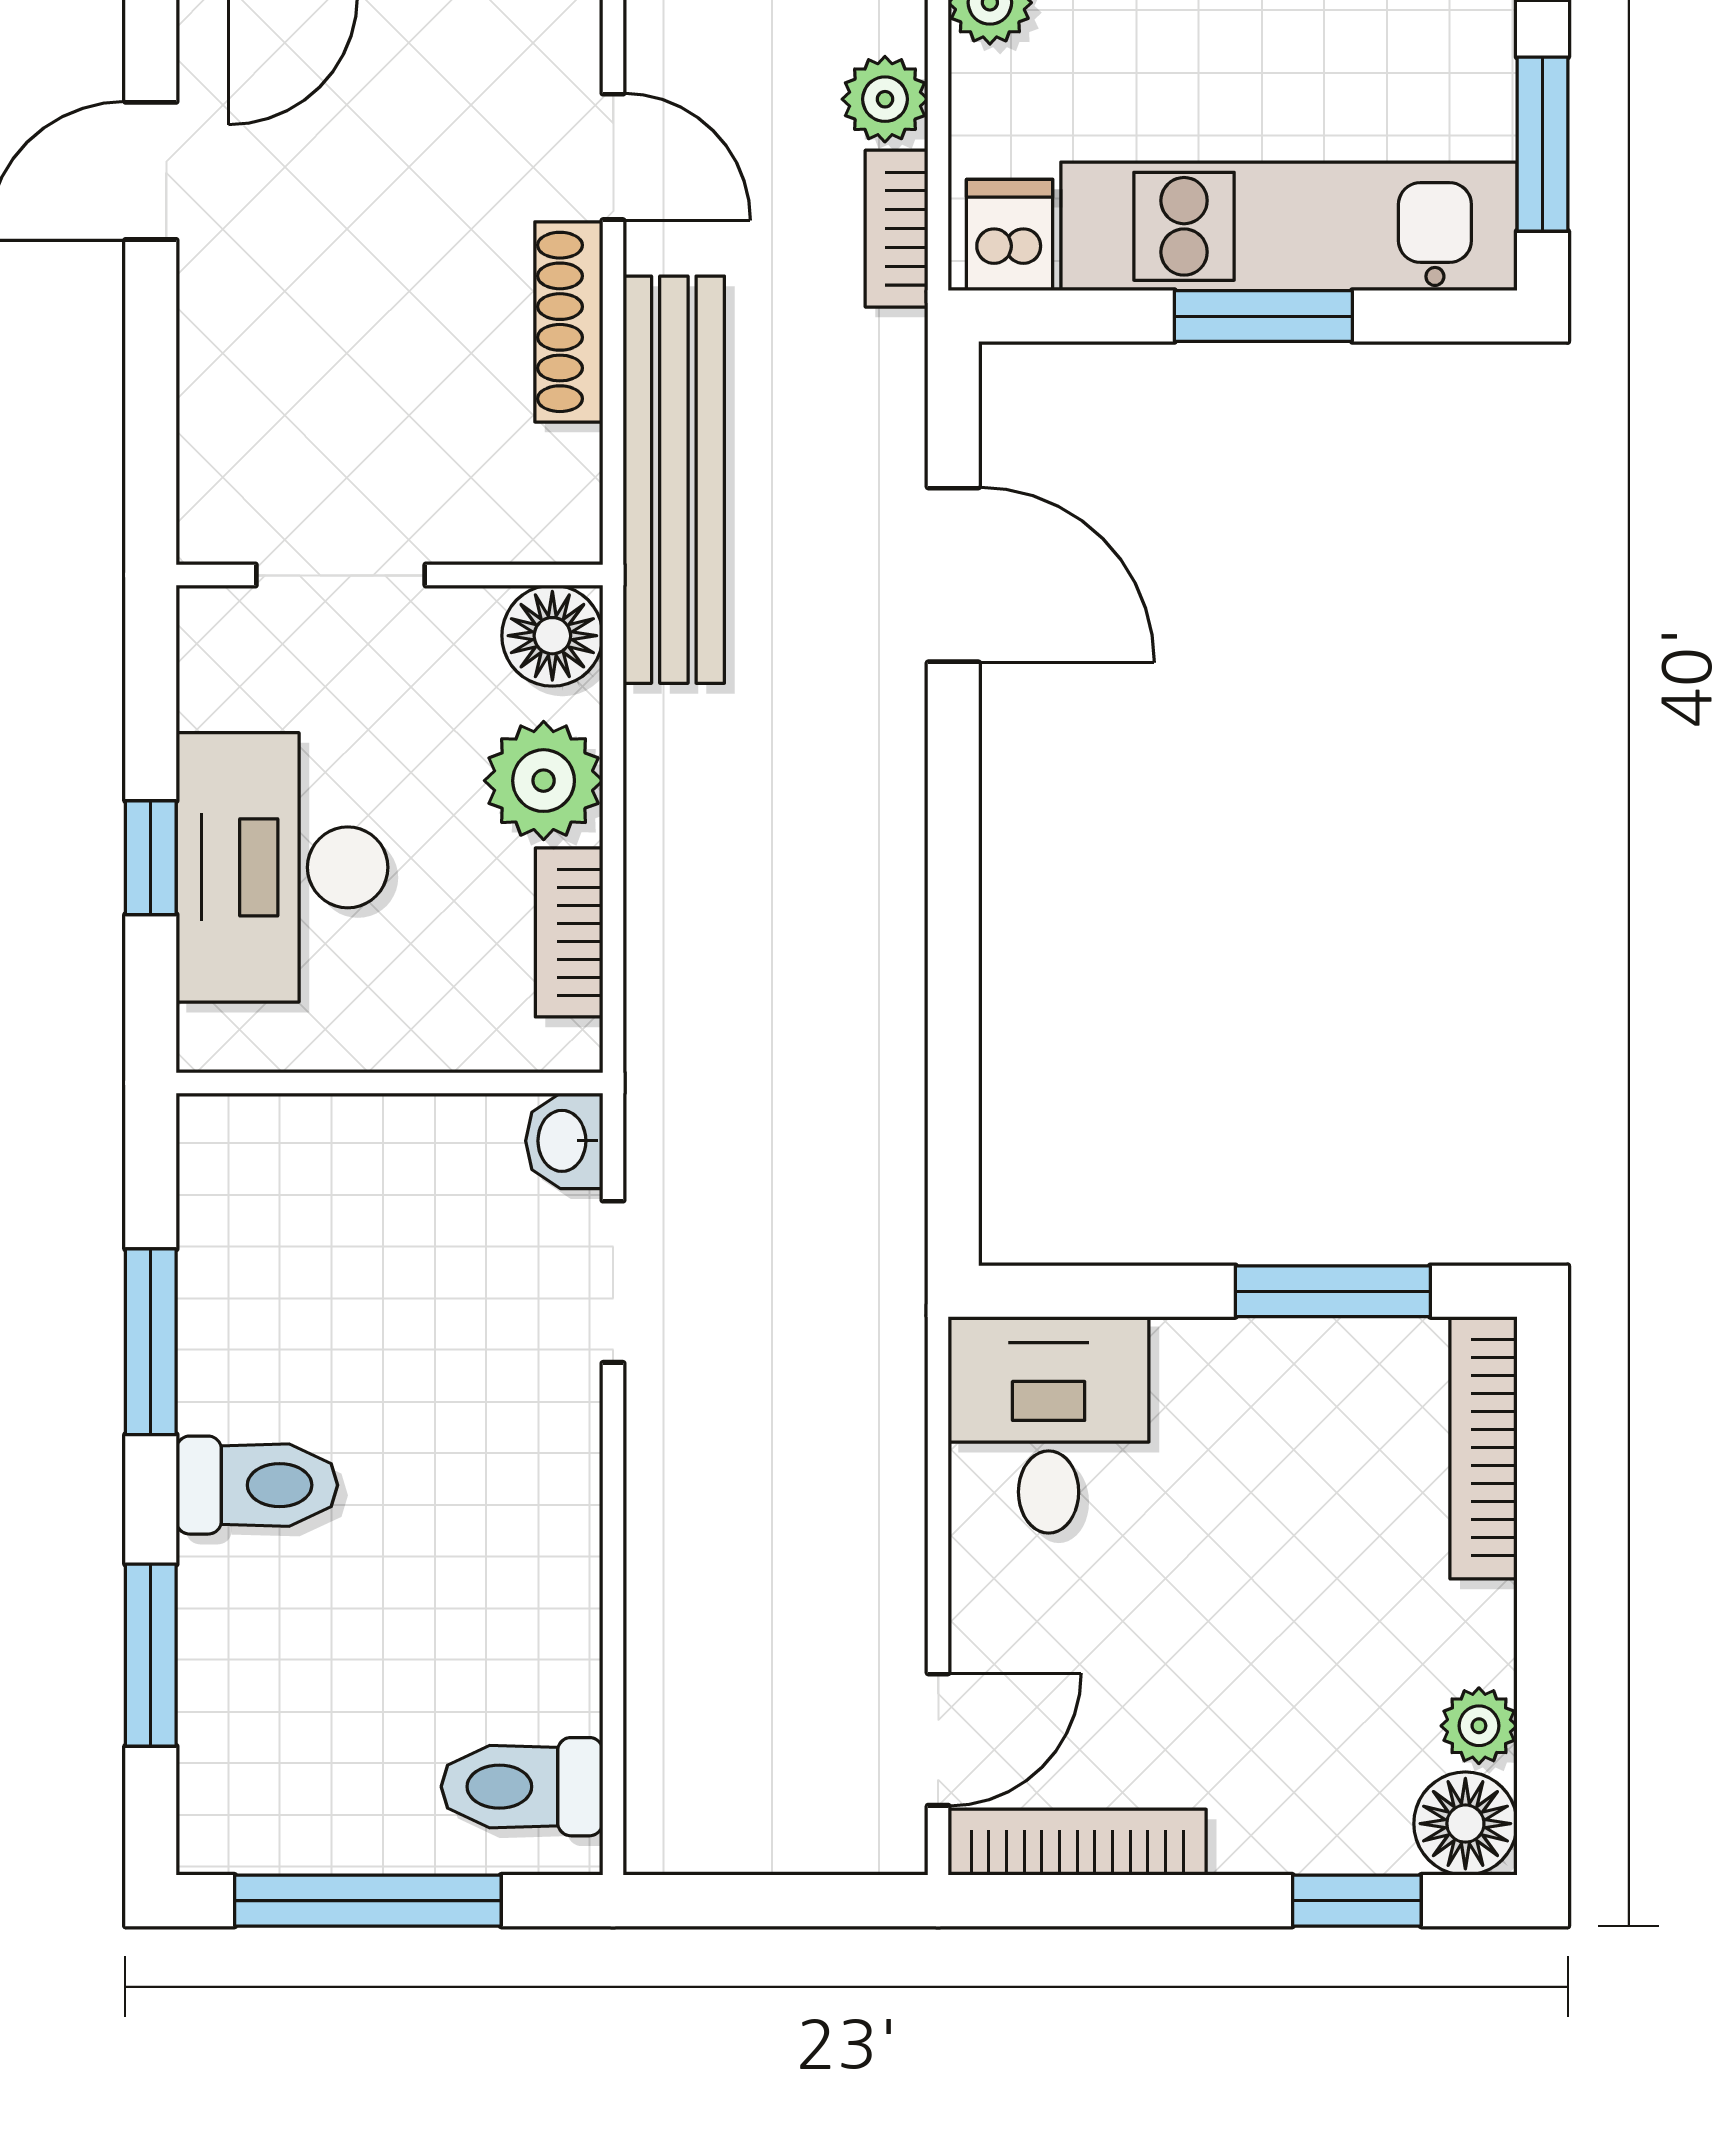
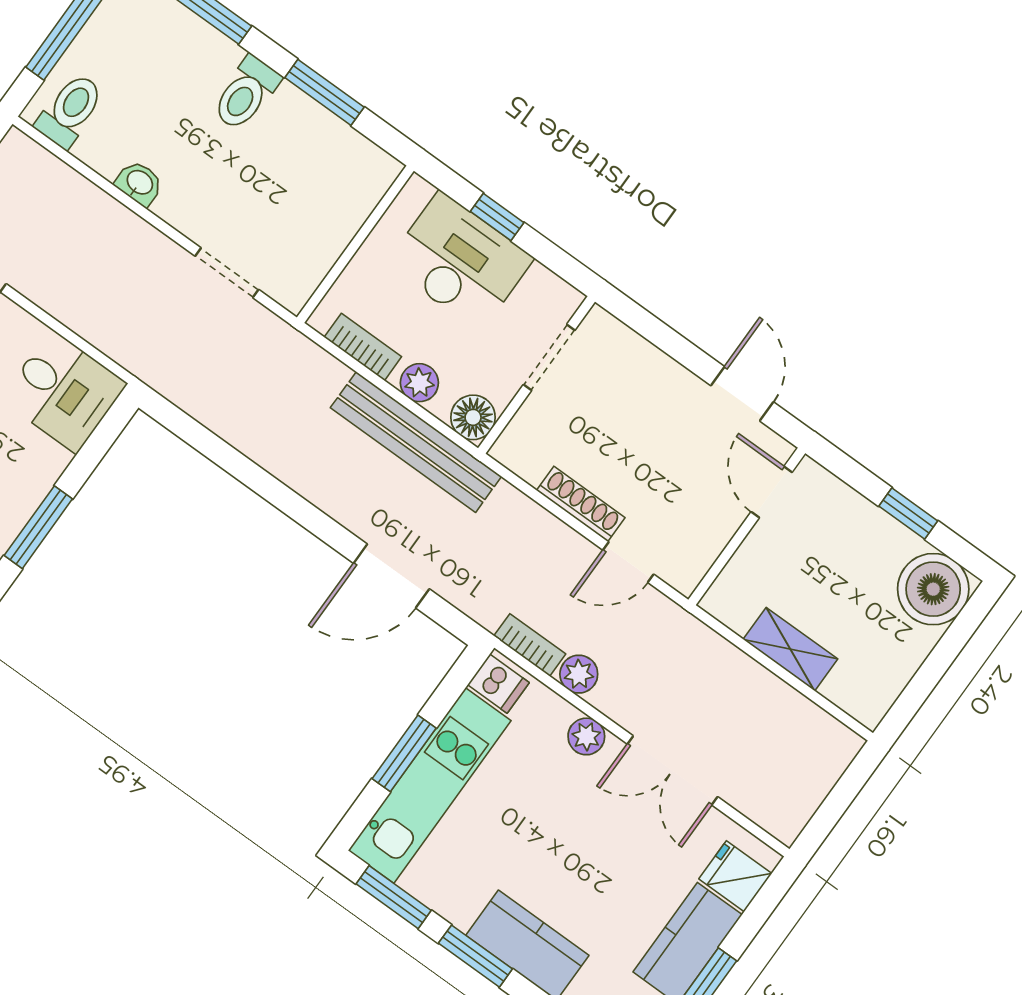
bench: (674, 480) -> (416, 442), moved
plant: (544, 781) -> (419, 383), width x0.73, depth x0.73
washbasin: (564, 1141) -> (139, 183), moved

